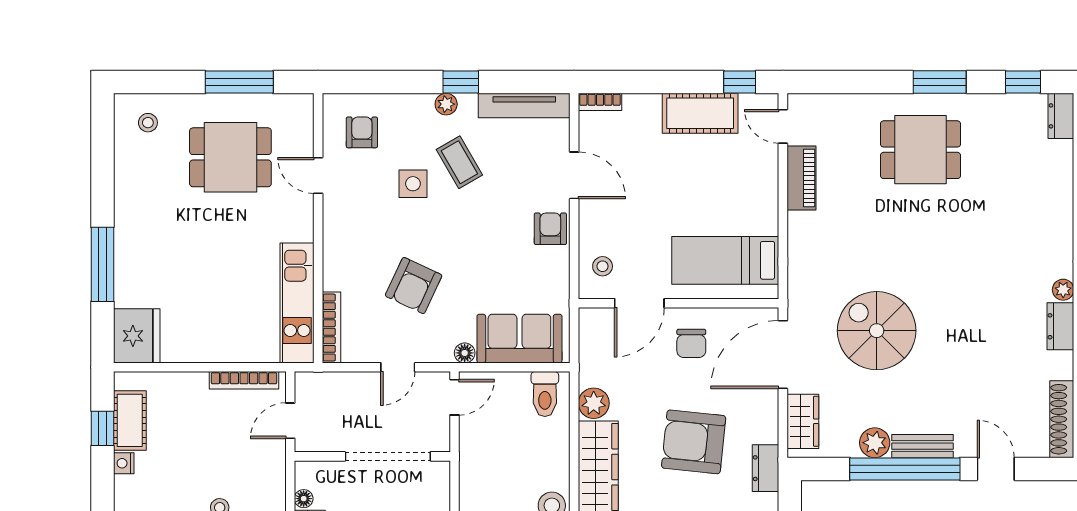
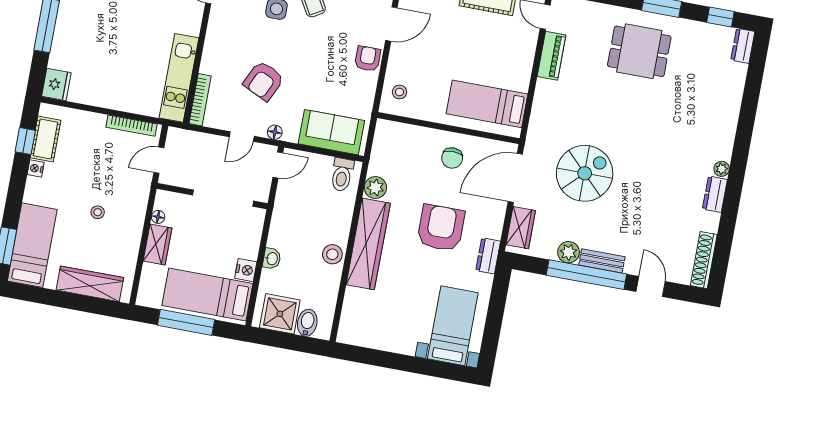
door: (574, 175) -> (391, 24), hinge flipped
door: (639, 303) -> (421, 123), removed
spiral stairs: (877, 331) -> (585, 173), turned 90
fridge: (137, 336) -> (56, 84), width x0.73, depth x0.75
floor lamp: (465, 353) -> (275, 132), moved
armchair: (694, 442) -> (441, 228), turned 84

